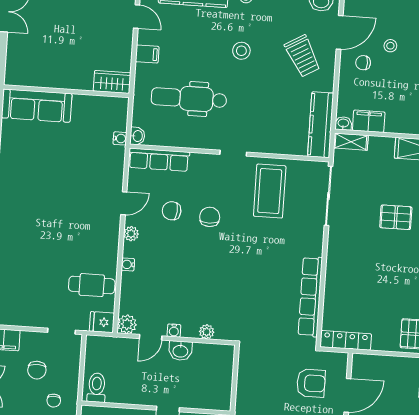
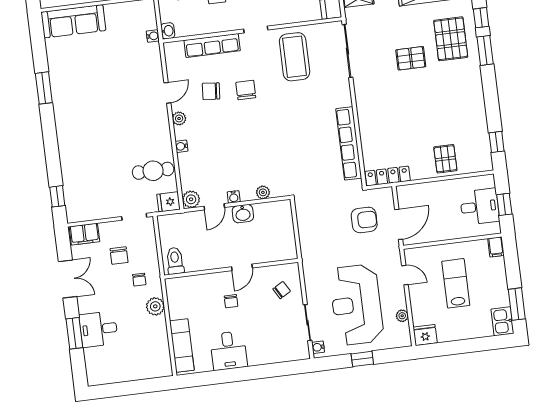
row of seats: (159, 160) -> (212, 45), moved

